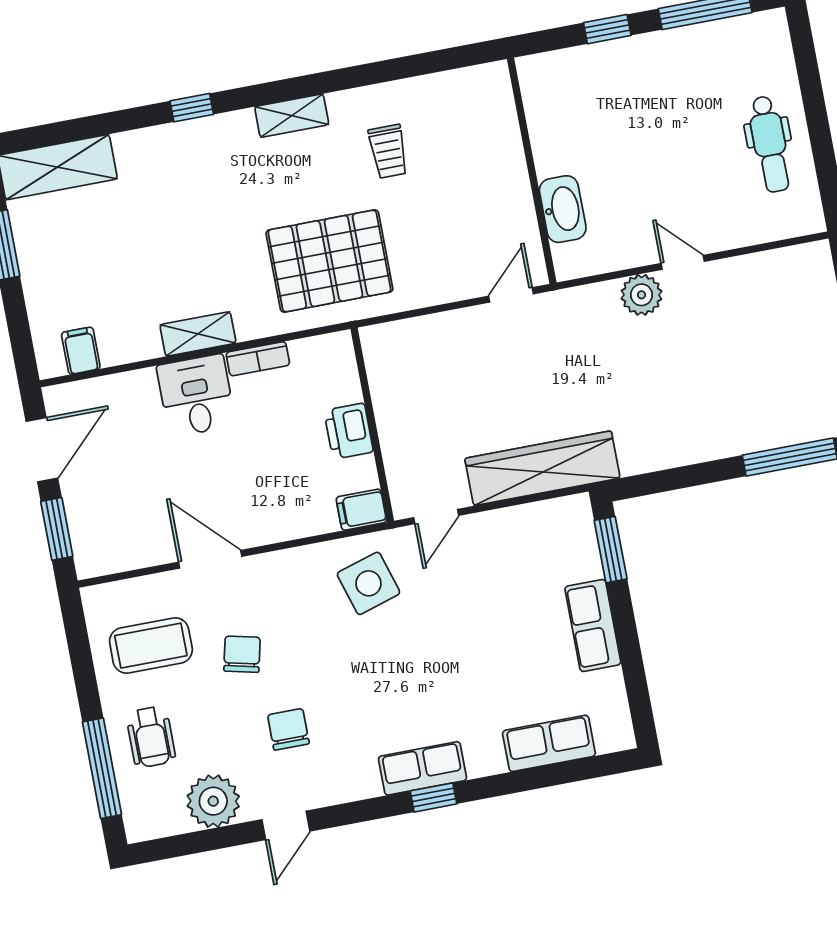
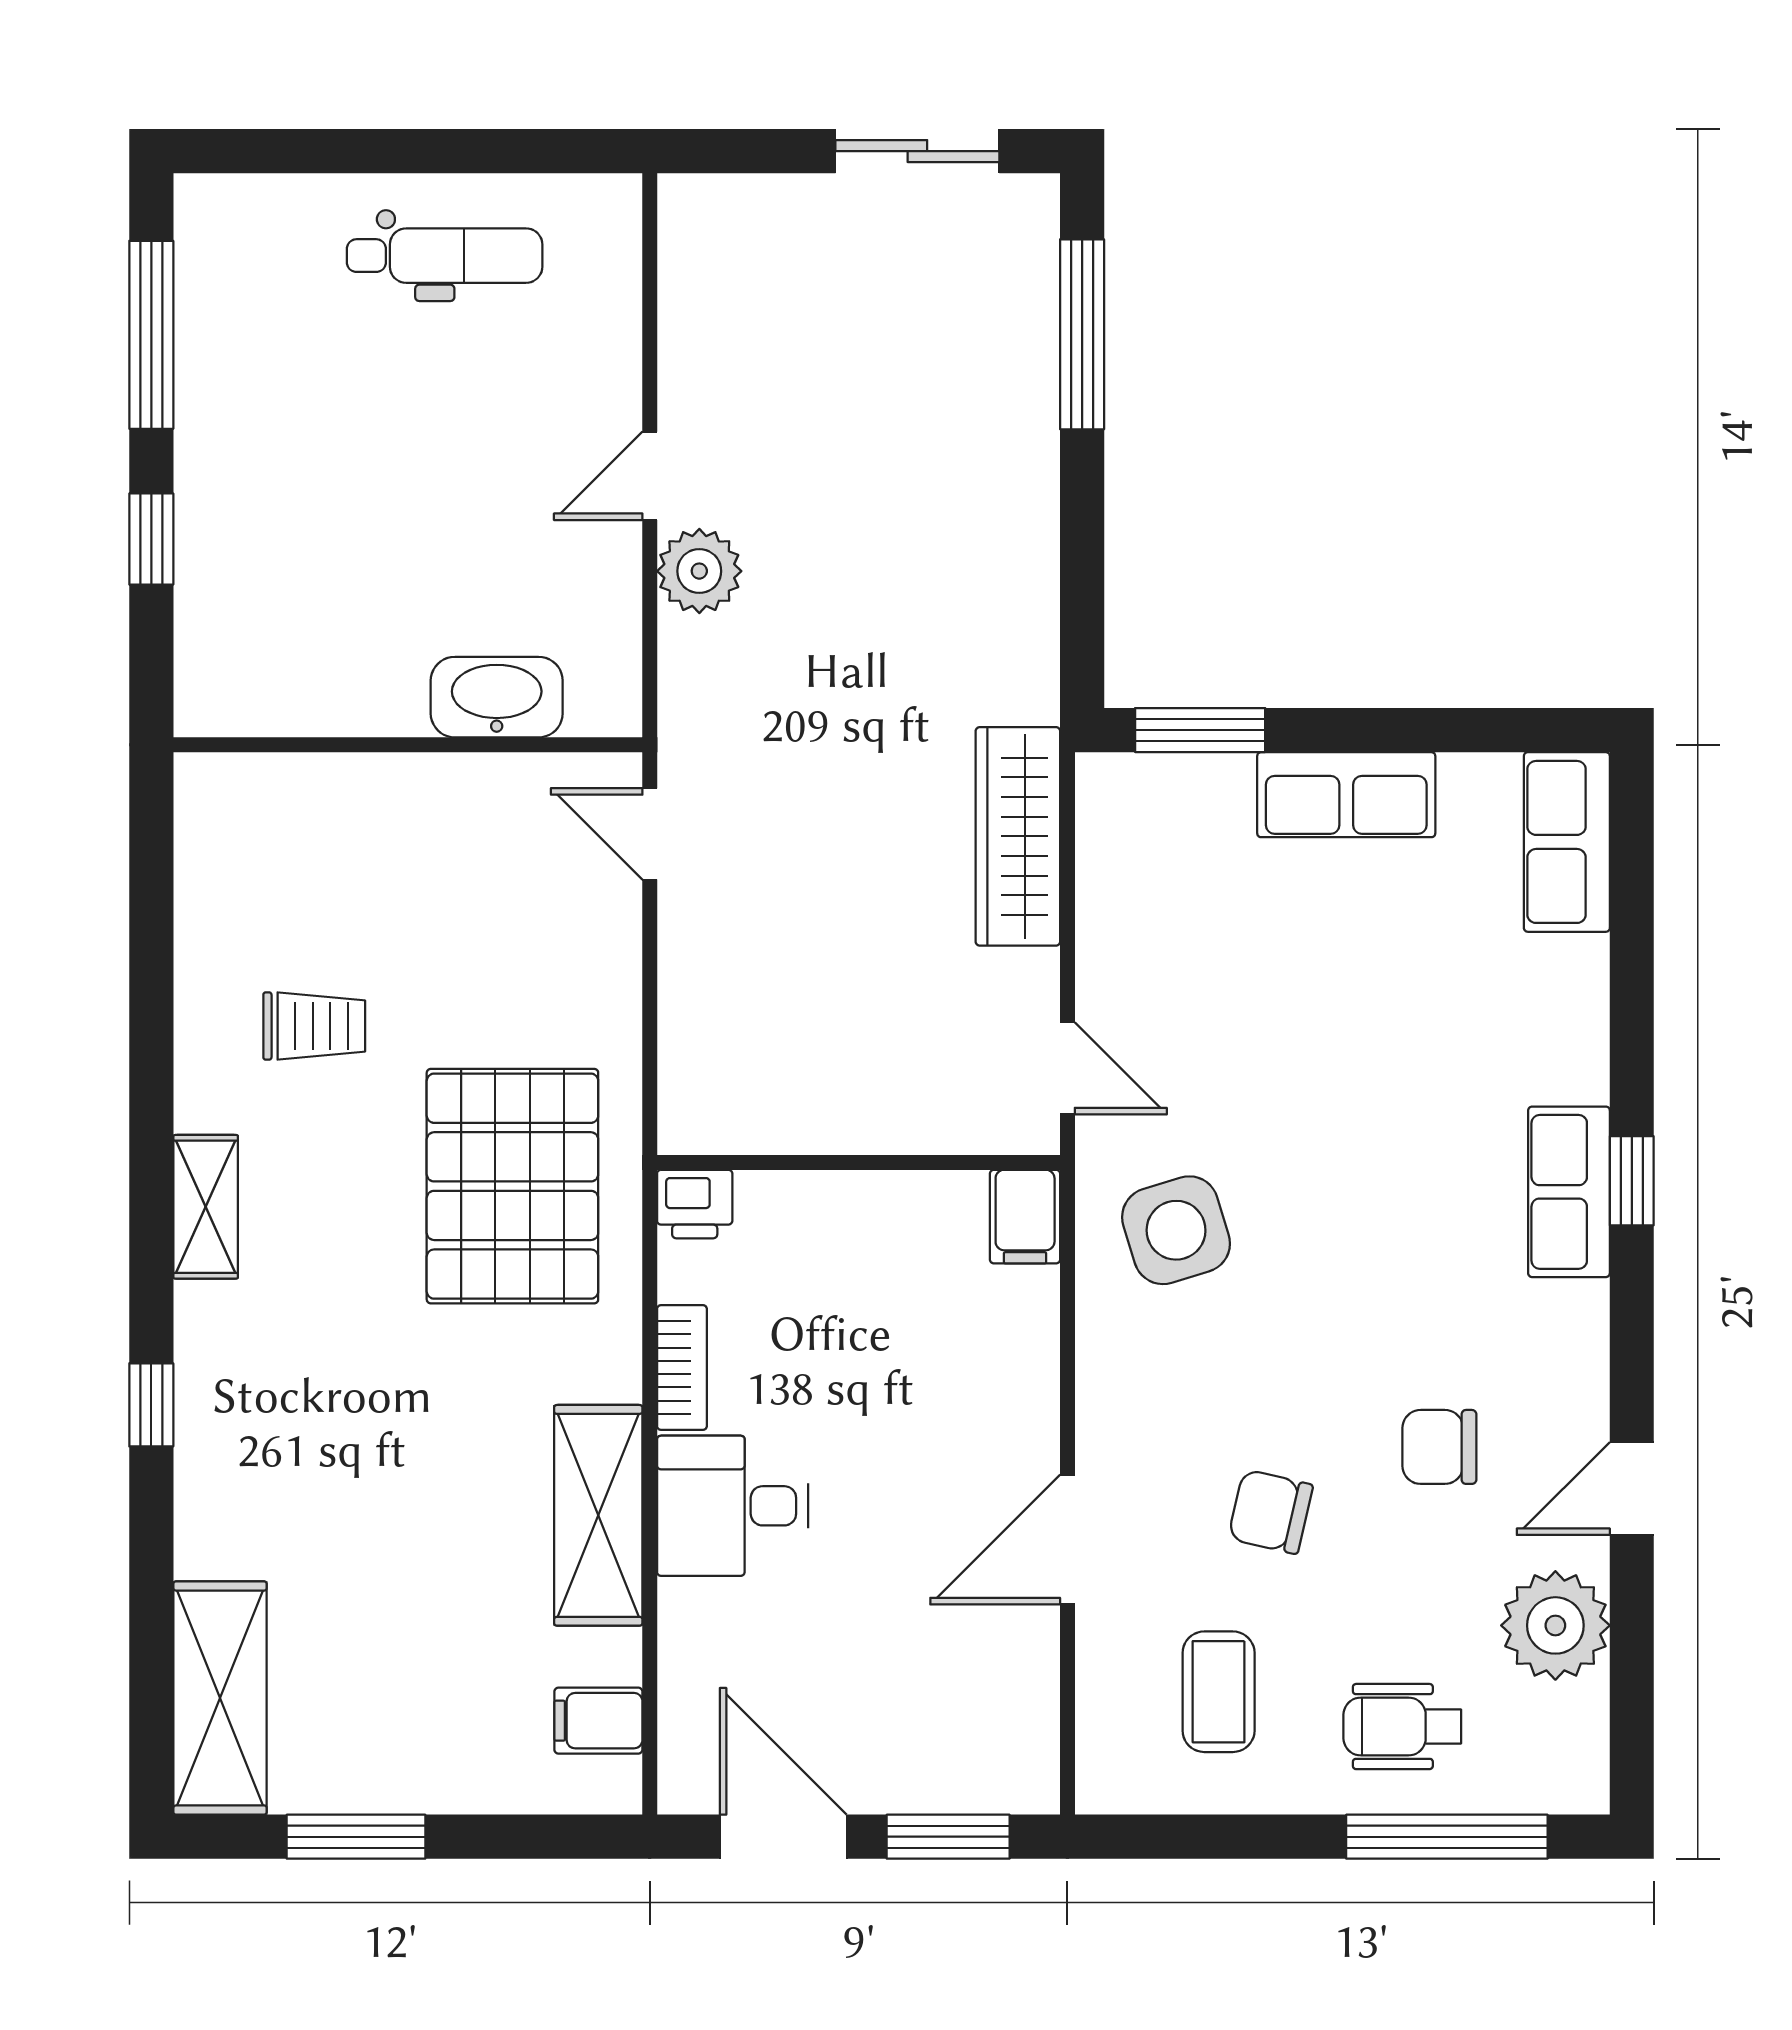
shelving: (198, 334) -> (598, 1515), width x1.50, depth x1.33
printer: (349, 431) -> (695, 1204), moved, width x0.73, depth x0.81
wardrobe: (542, 468) -> (1018, 836), width x0.71, depth x0.85
coffee table: (151, 646) -> (1219, 1692), width x0.73, depth x0.77
wheelchair: (151, 737) -> (1402, 1727), turned 180
row of seats: (549, 743) -> (1567, 842), moved
door: (286, 825) -> (1632, 1489), swing flipped

